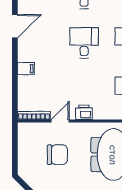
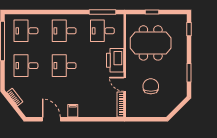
filing cabinet: (26, 69) -> (73, 111), moved
printer: (84, 112) -> (115, 60), width x1.87, depth x1.48

